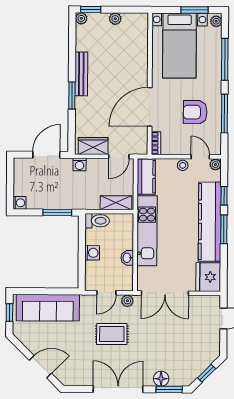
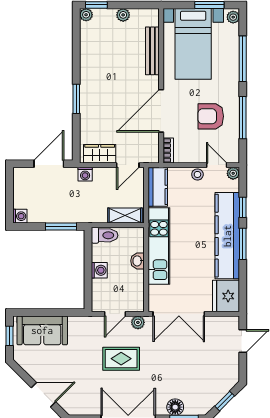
bench: (81, 74) -> (152, 51), moved
washbasin: (127, 258) -> (138, 261), moved
sofa: (48, 308) -> (42, 330), width x0.73

